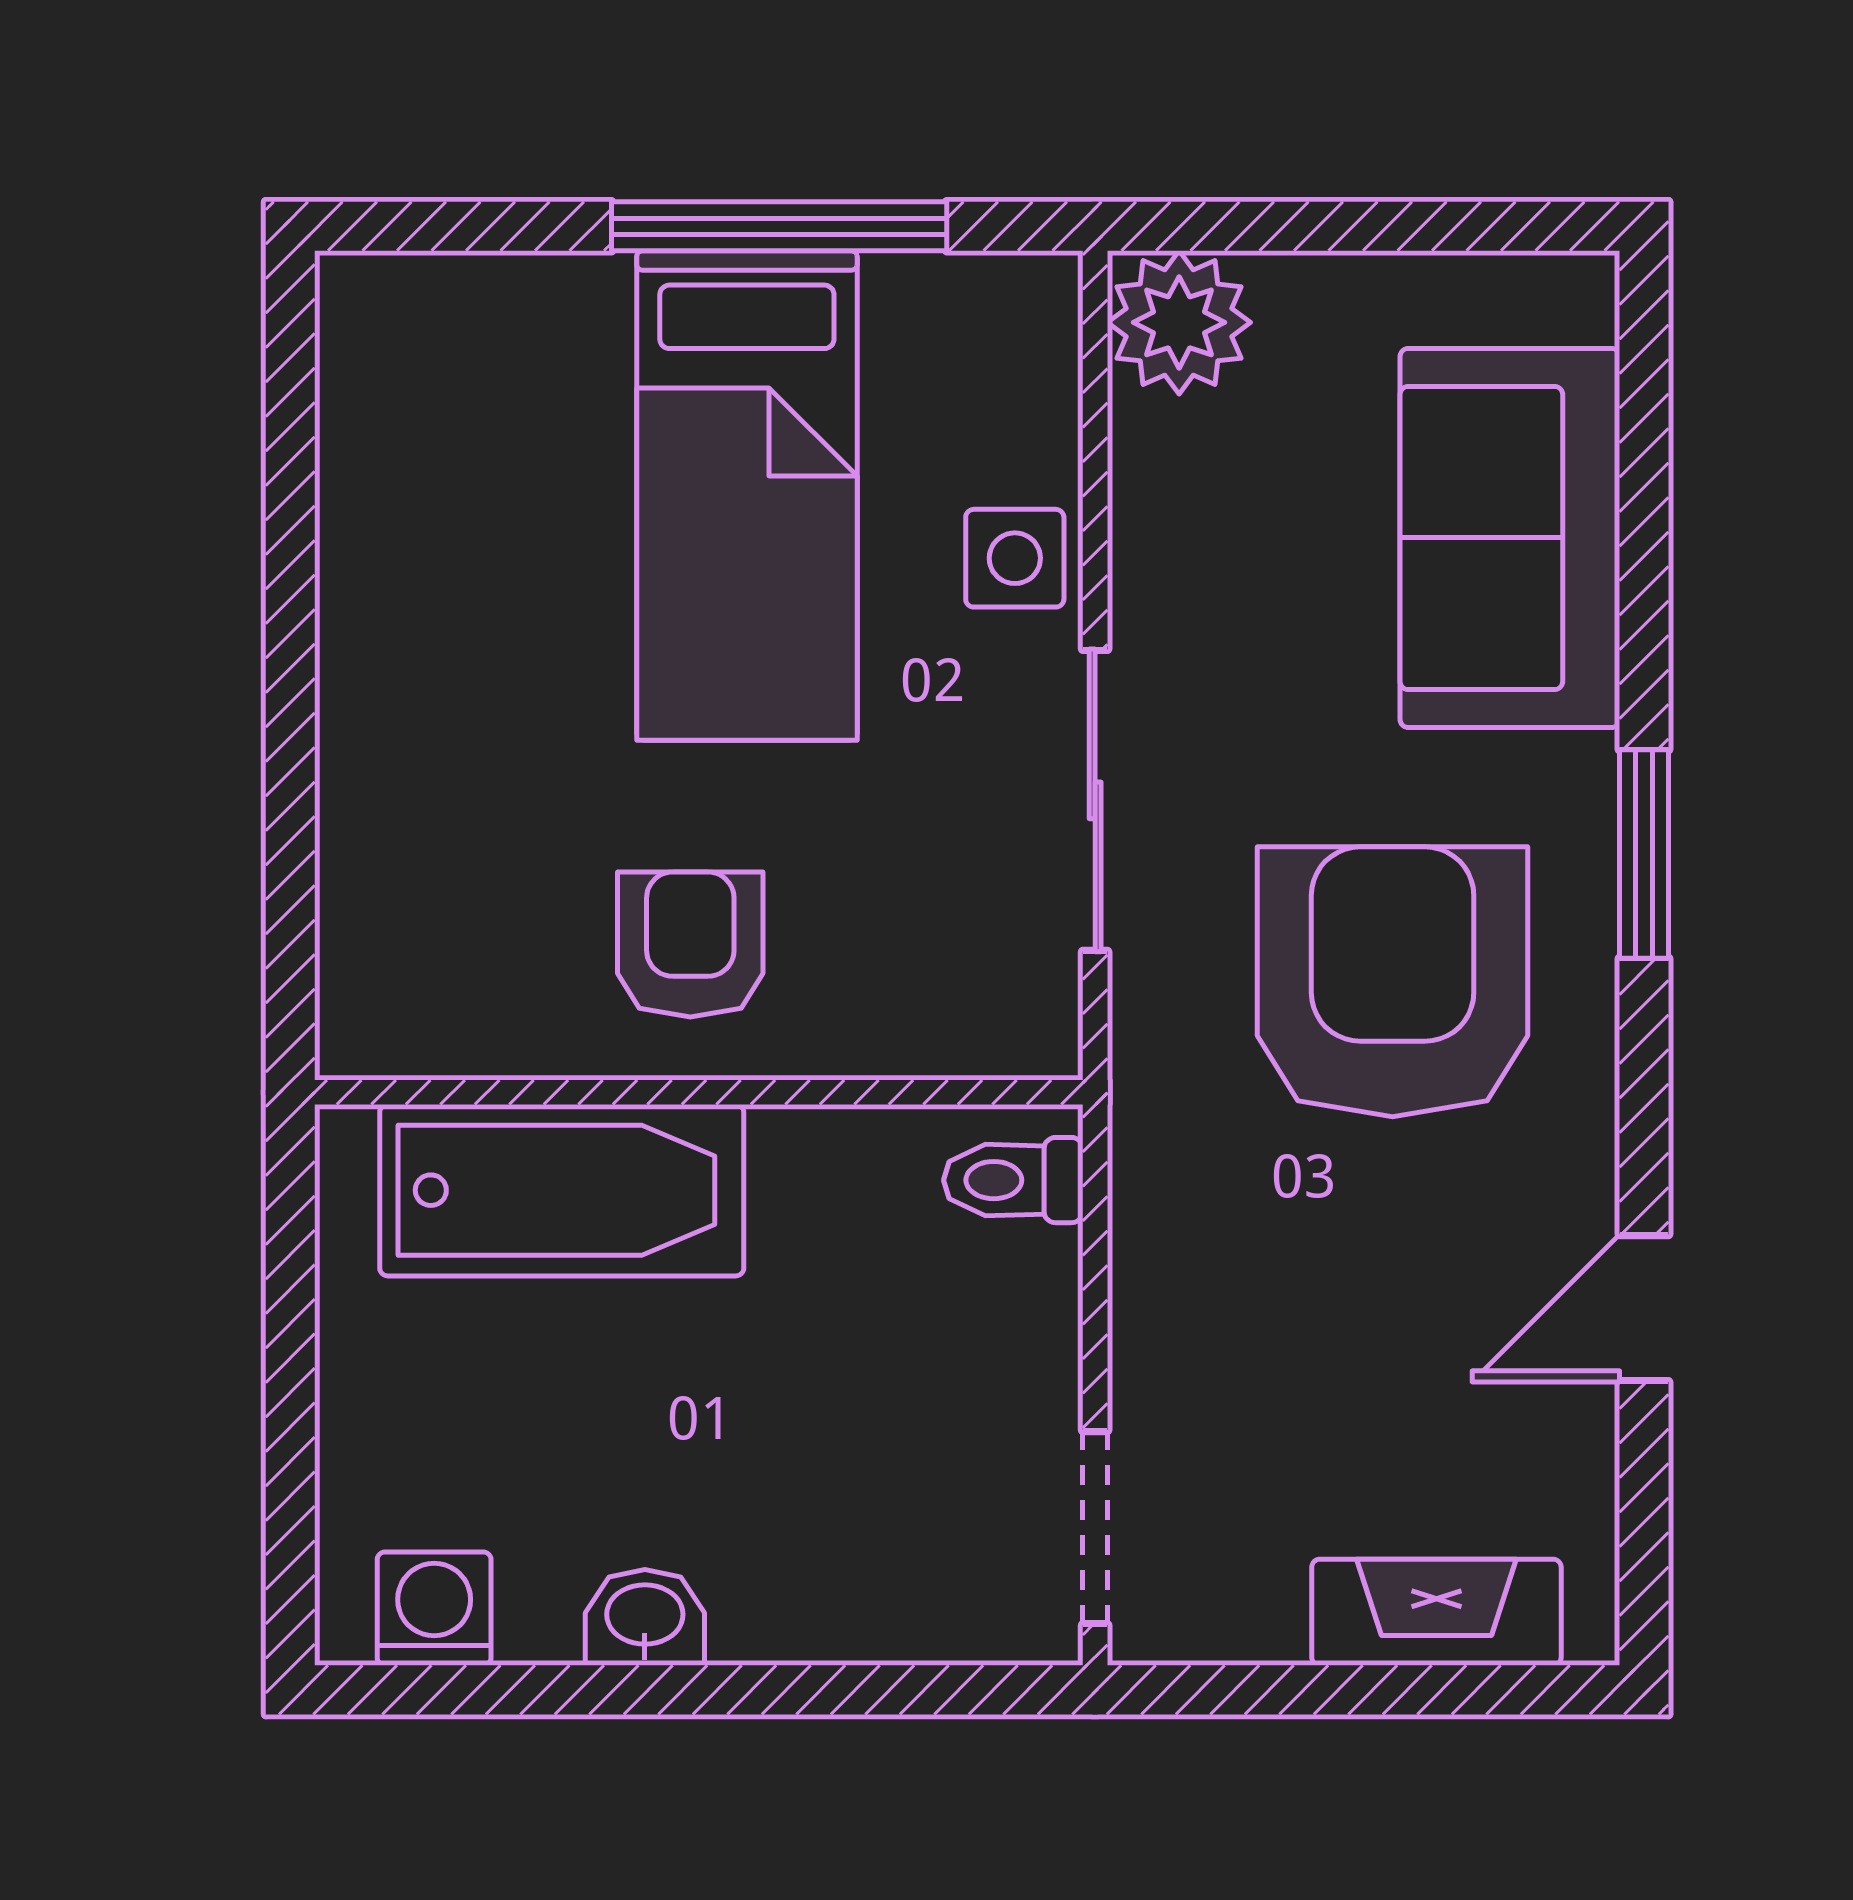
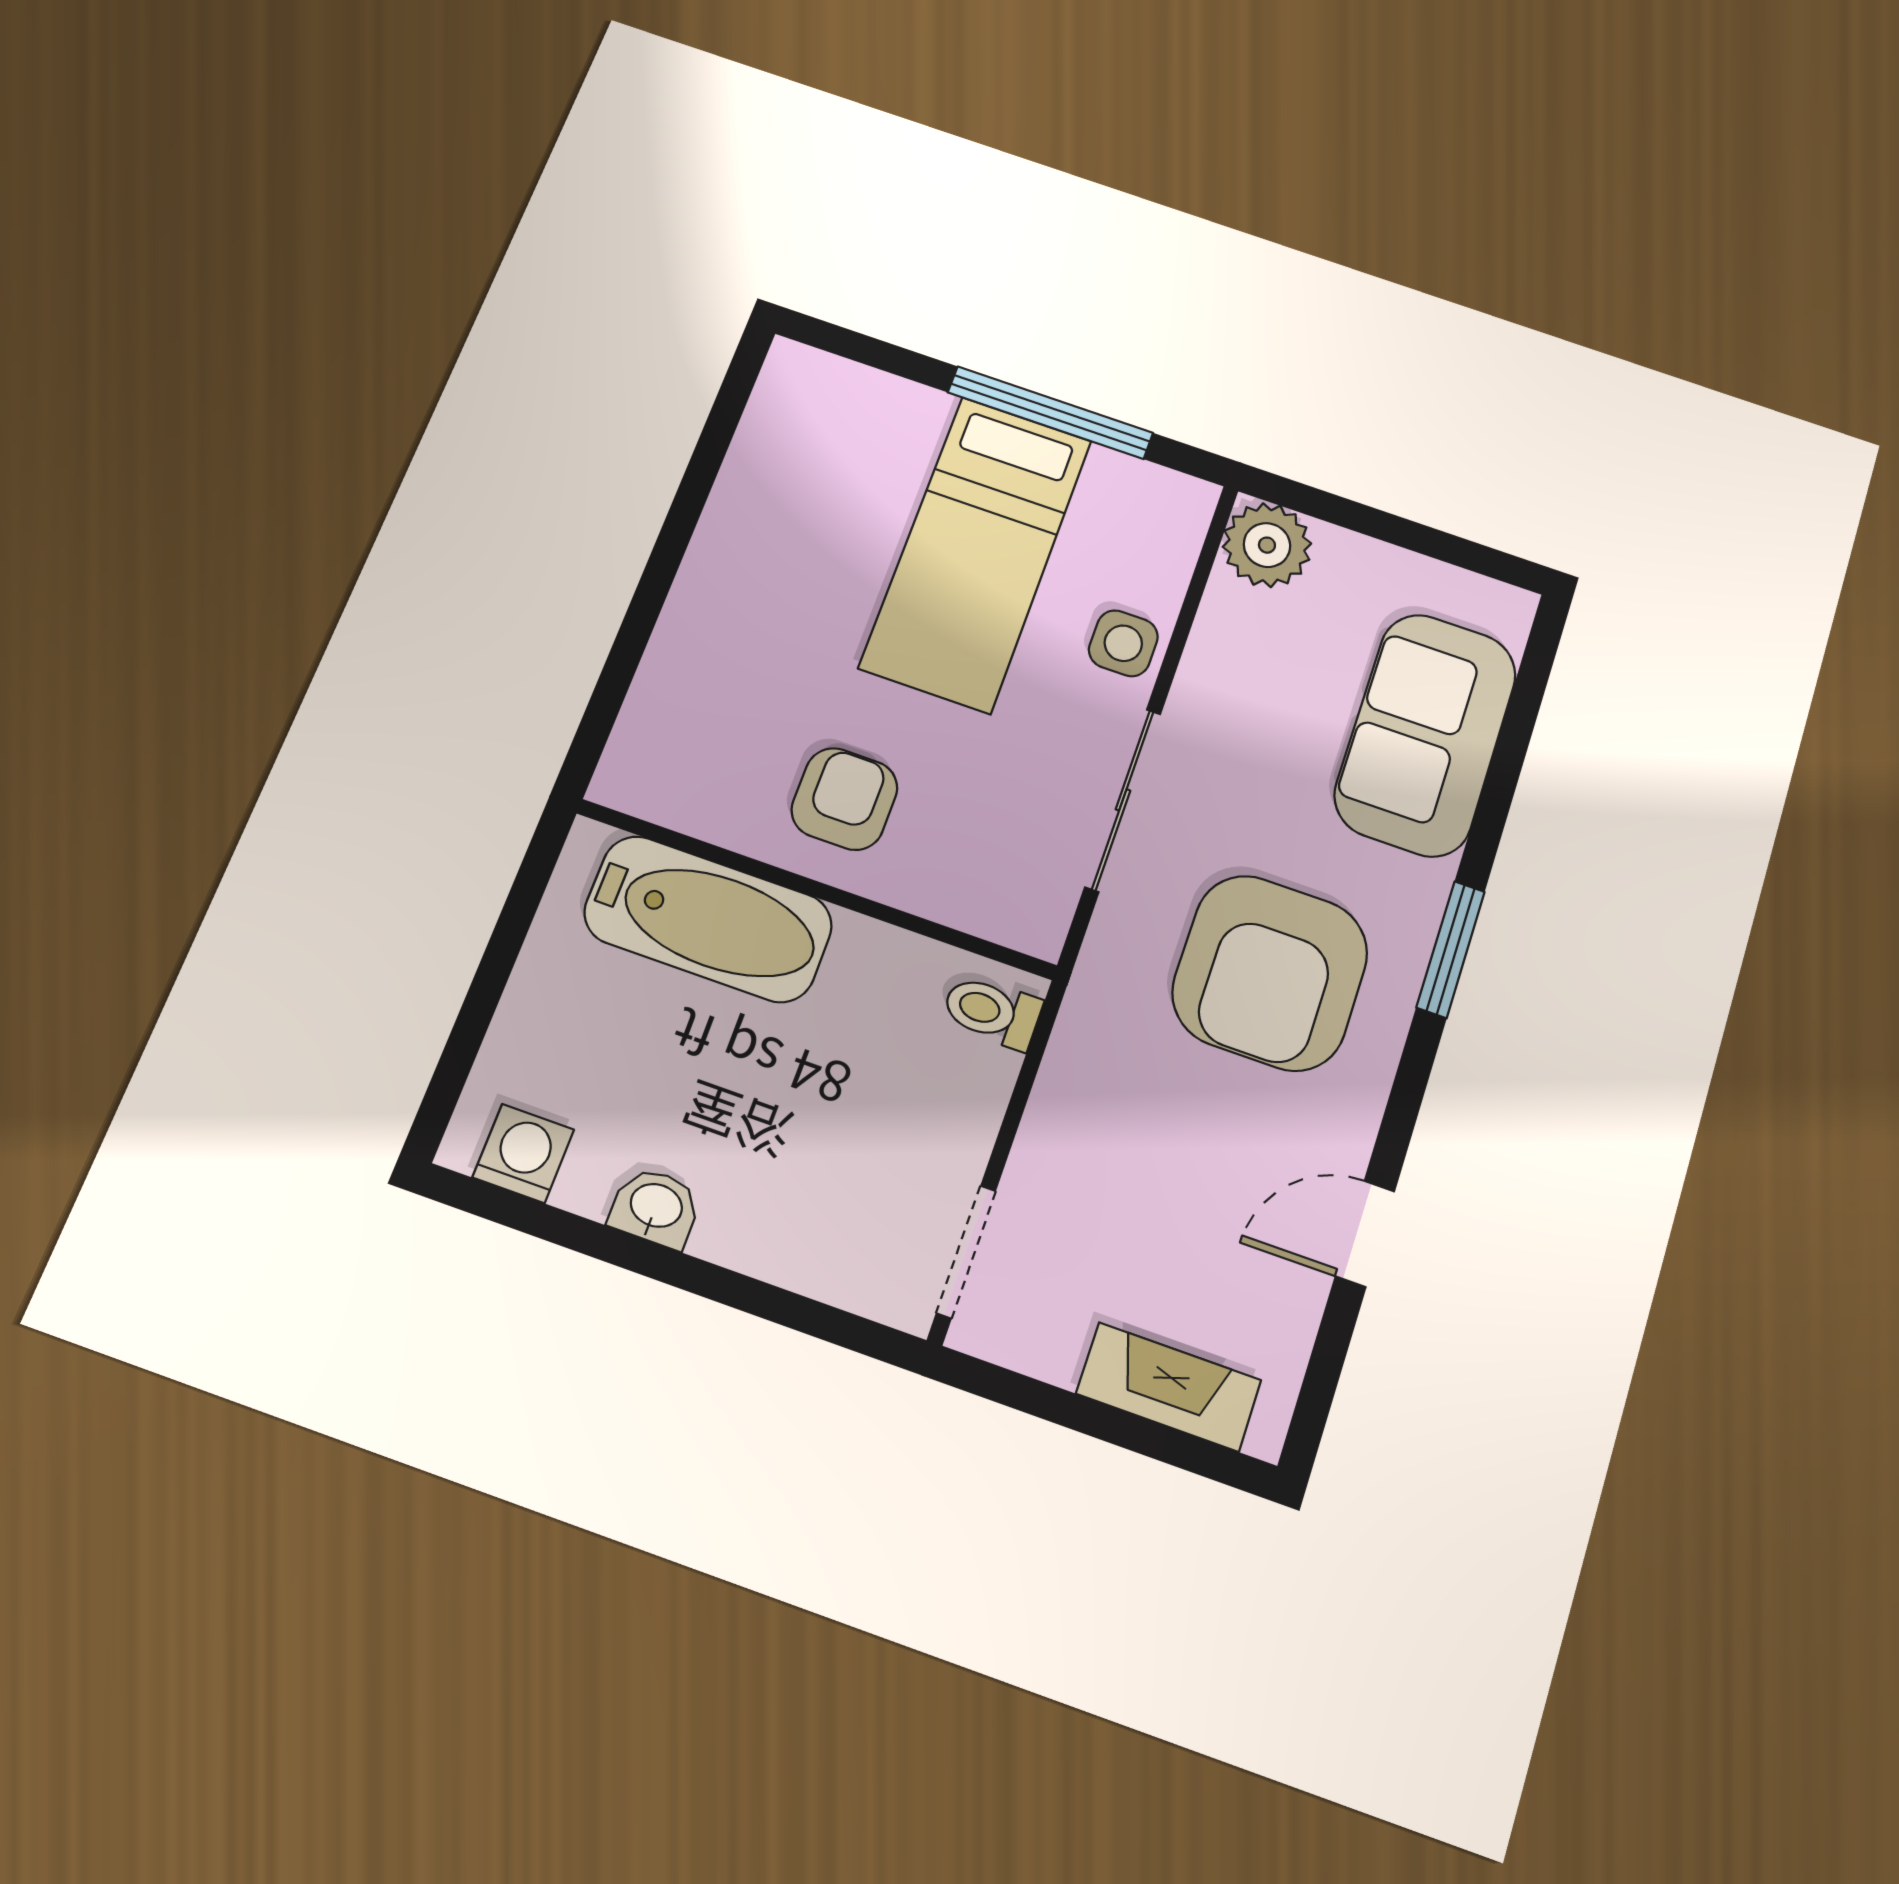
armchair: (1393, 982) -> (1270, 973), turned 180

